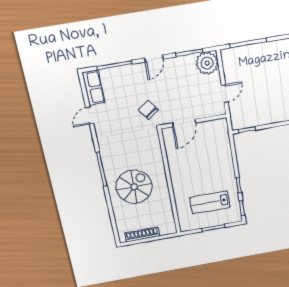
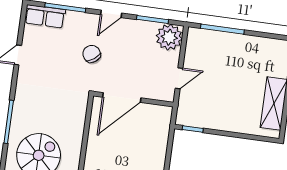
row of seats: (94, 88) -> (45, 16), moved, turned 90
chair: (148, 110) -> (92, 54), moved
door: (184, 123) -> (122, 98), width x1.36

